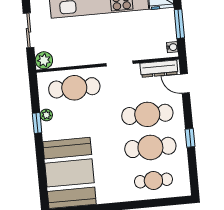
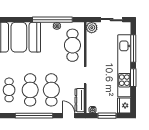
door: (185, 84) -> (69, 116), hinge flipped
window: (37, 123) -> (52, 20), width x3.17
window: (190, 138) -> (34, 116), width x3.17

